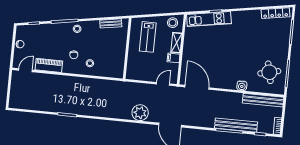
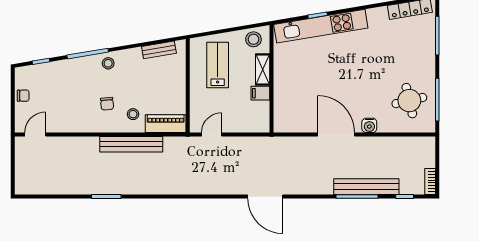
kitchen unit: (209, 19) -> (321, 26), width x1.36
lab bench: (148, 37) -> (218, 65), turned 180
piano: (49, 65) -> (166, 124), moved
door: (163, 84) -> (212, 135), moved
door: (197, 87) -> (336, 135), moved
bench: (263, 100) -> (131, 144), moved
plant: (140, 113) -> (217, 182), removed

